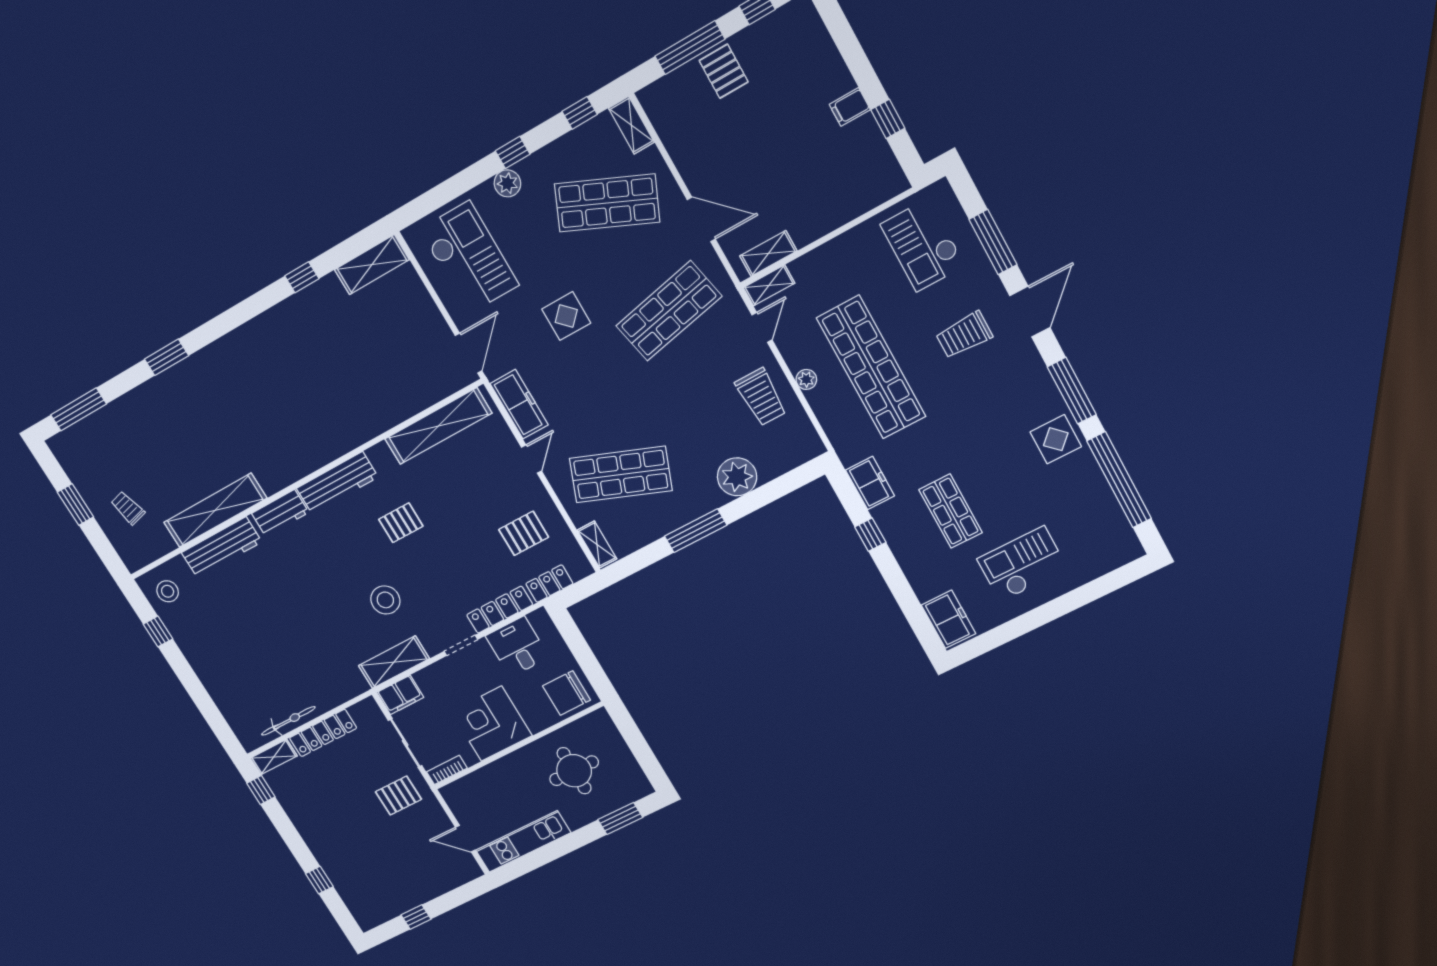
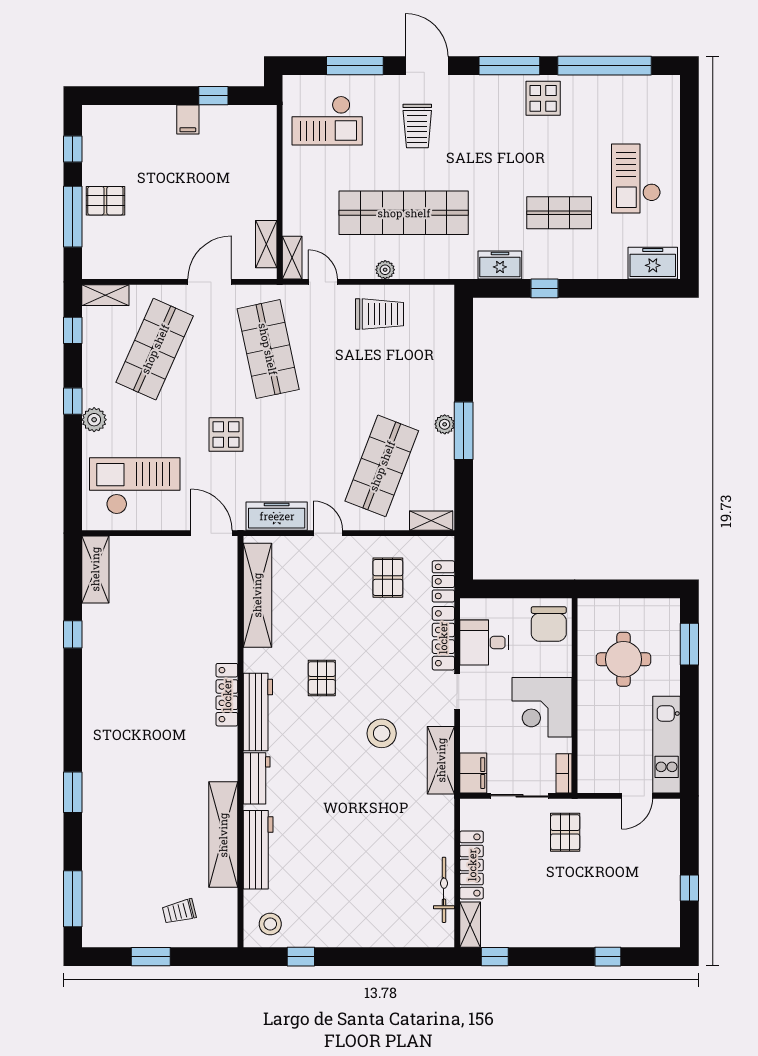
locker: (335, 447) -> (227, 695), added
plant: (737, 477) -> (445, 424), moved, width x0.53, depth x0.53

